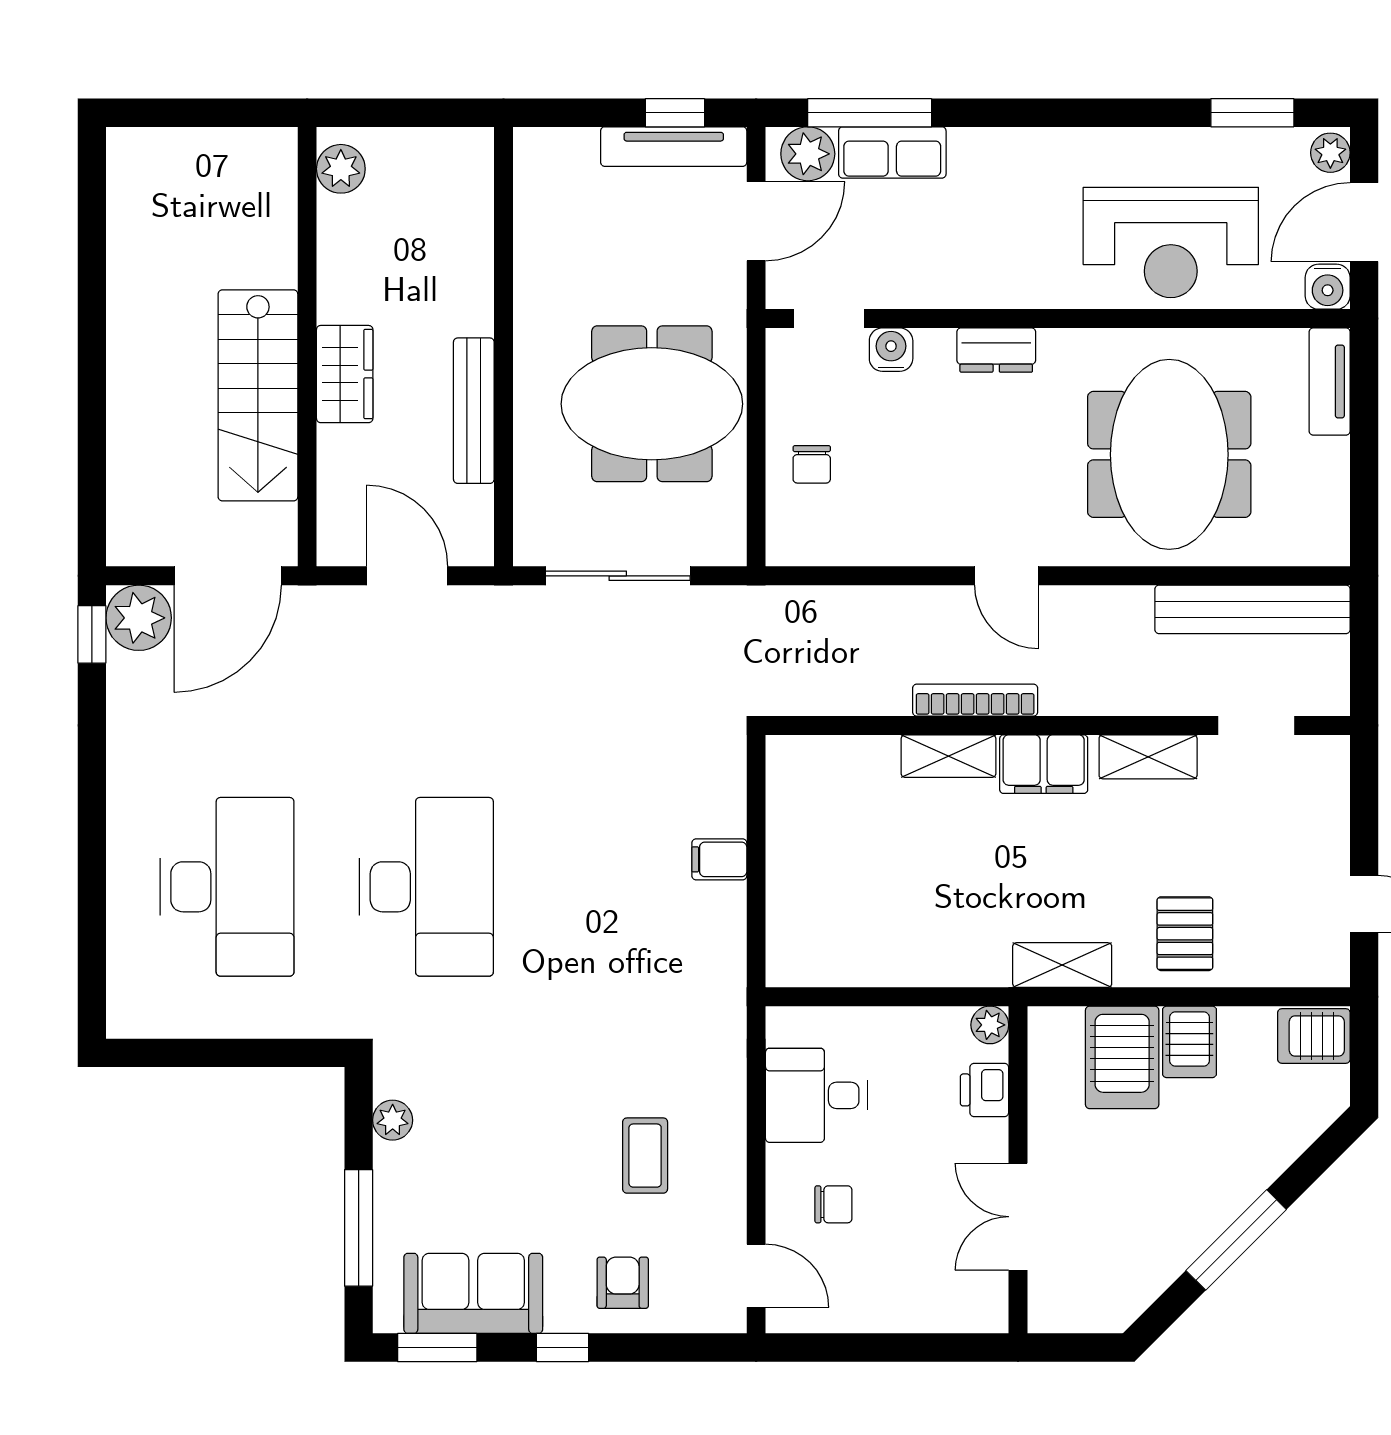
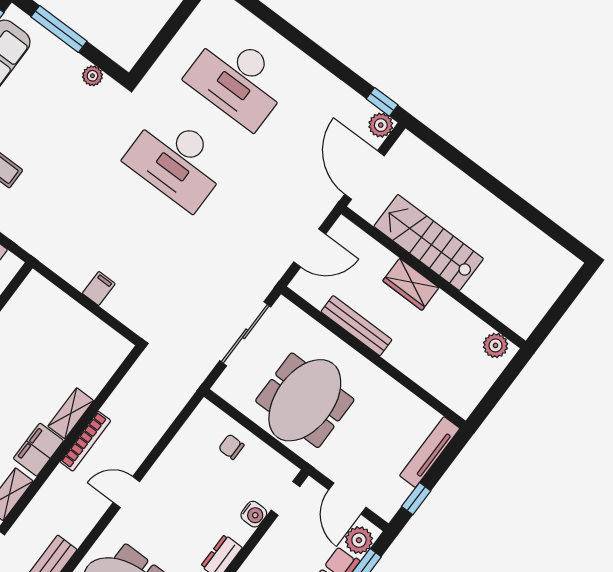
tv unit: (674, 147) -> (430, 452), moved
plant: (139, 618) -> (381, 125), width x0.73, depth x0.73

